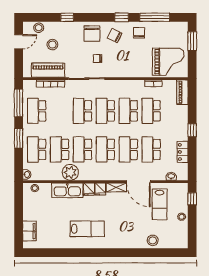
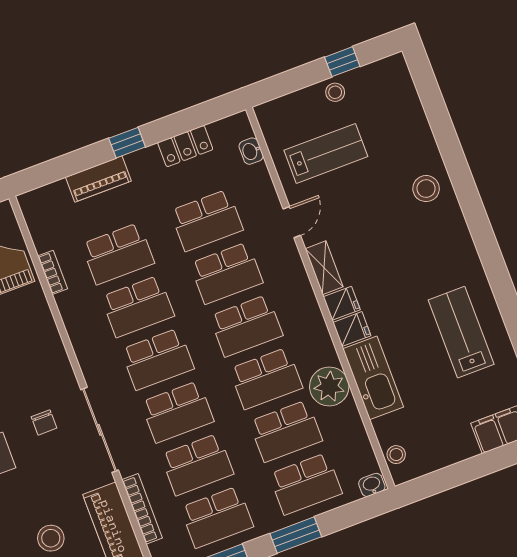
piano: (182, 92) -> (98, 179), moved
school desk: (60, 111) -> (197, 464), added
door: (138, 182) -> (292, 222), width x0.53
window: (192, 199) -> (342, 62), moved
lab bench: (87, 229) -> (461, 332), moved
stool: (153, 240) -> (426, 189), moved

